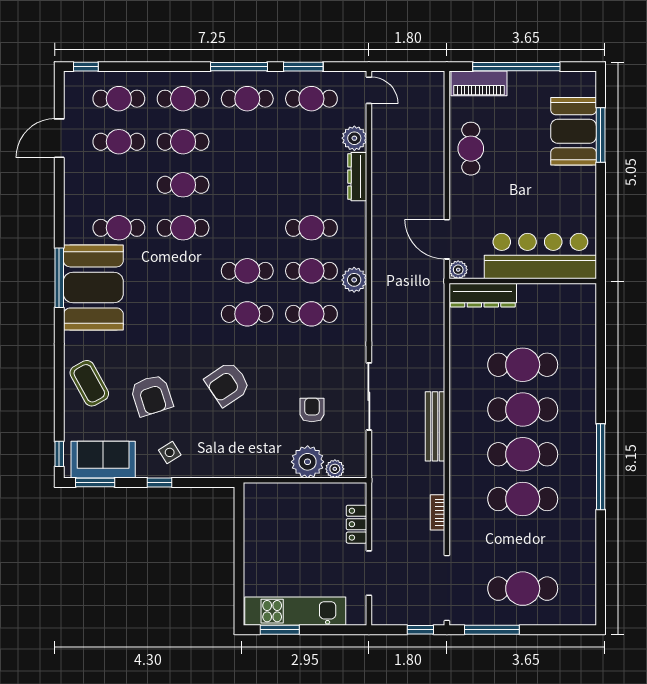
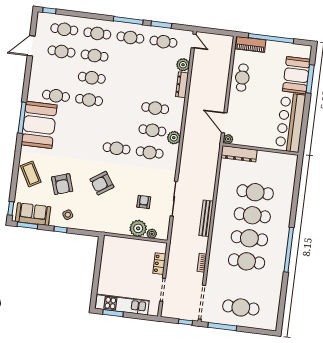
bar counter: (540, 256) -> (290, 122), moved, turned -90
cafe table: (247, 271) -> (119, 126), removed

